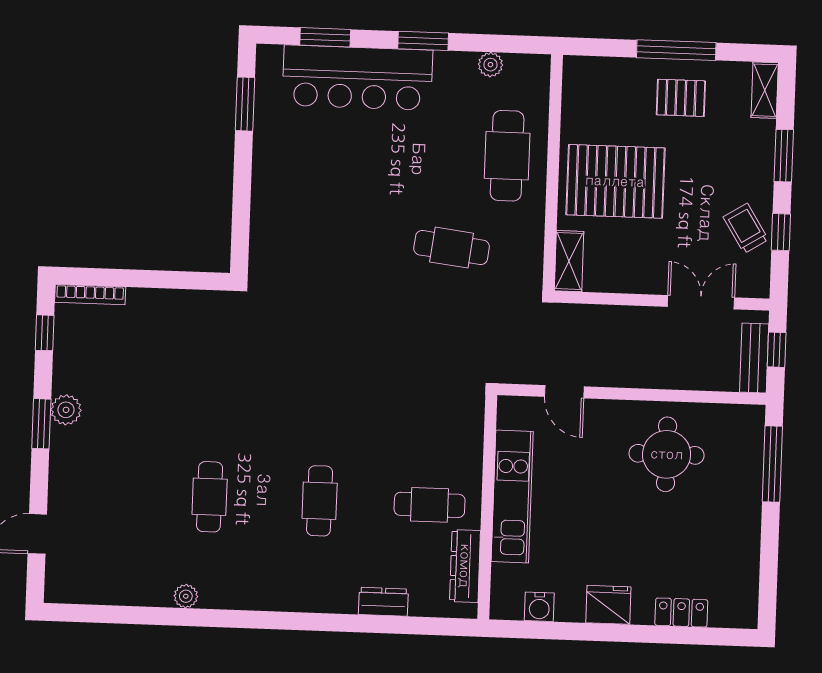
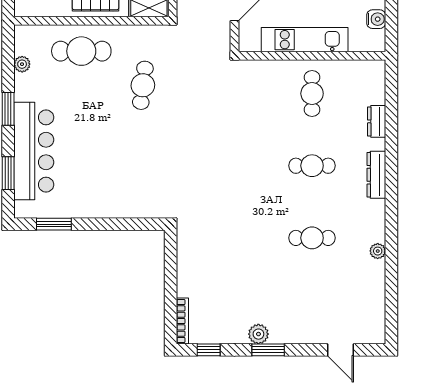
dresser: (465, 566) -> (376, 175), moved, turned 90

